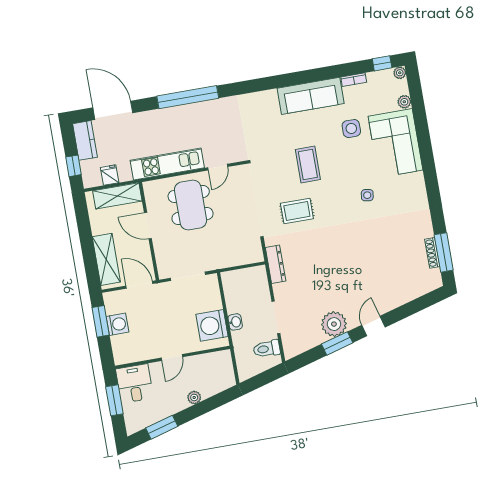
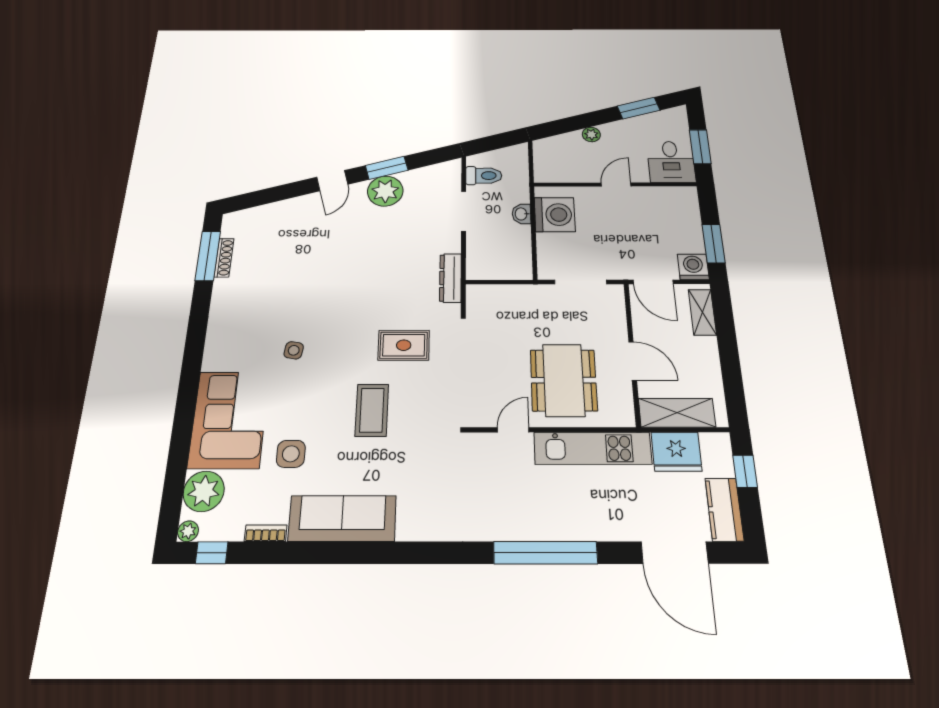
plant: (404, 102) -> (204, 491), width x1.87, depth x1.87
fridge: (110, 175) -> (676, 452), width x1.88, depth x1.34
shelving: (106, 259) -> (702, 312), width x0.67, depth x0.75
washing machine: (117, 324) -> (693, 267), moved, turned 90

